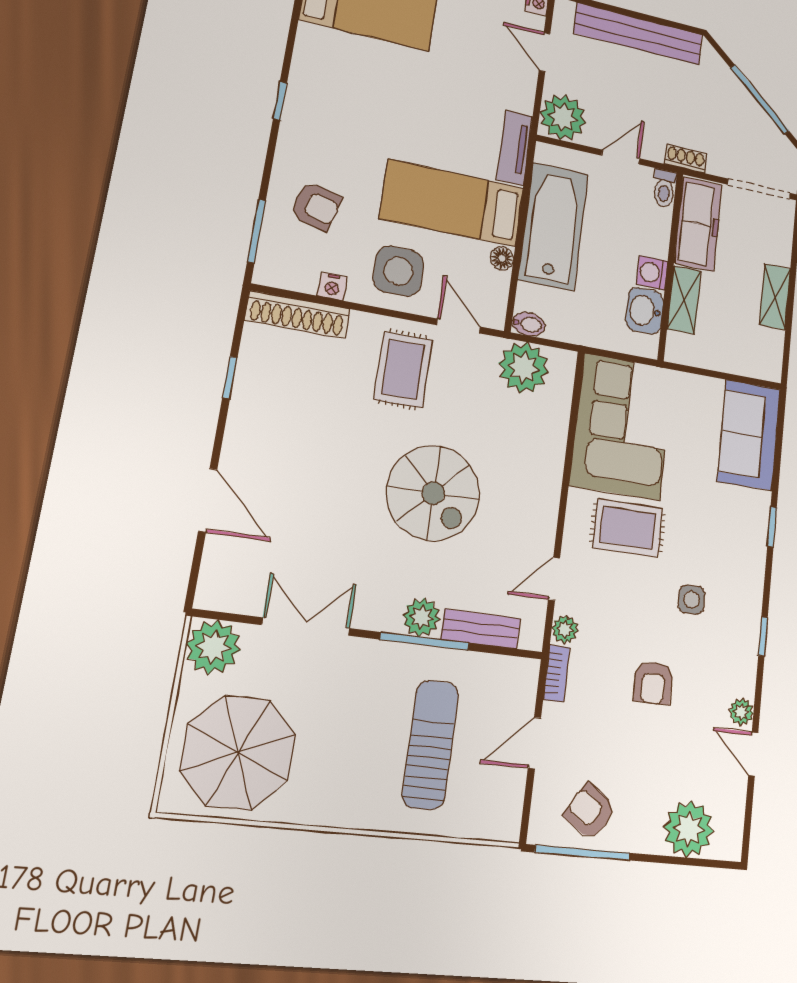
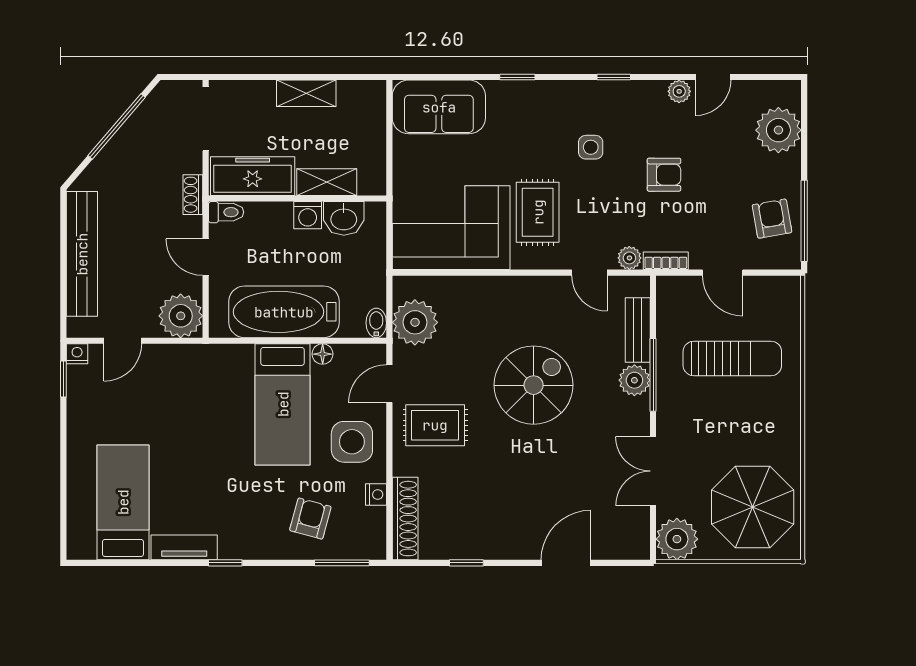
tv unit: (515, 148) -> (184, 547), moved, turned 180
sun lounger: (431, 745) -> (732, 358), turned 180
armchair: (590, 812) -> (772, 219), turned 136

